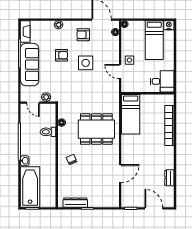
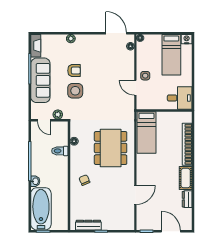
armchair: (83, 35) -> (97, 49), removed
side table: (86, 63) -> (75, 91), moved
dining table: (96, 129) -> (111, 148), turned 90
cot: (168, 158) -> (186, 178), added

